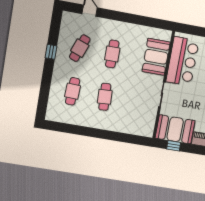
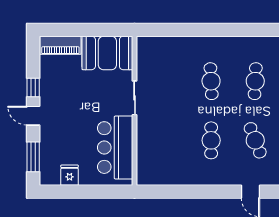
cafe table: (80, 48) -> (255, 140), turned -42
booth: (156, 57) -> (152, 147), removed
window: (174, 146) -> (105, 30), removed

